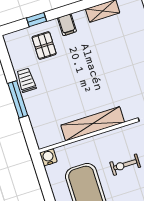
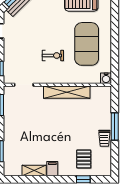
filing cabinet: (67, 25) -> (52, 169), moved

